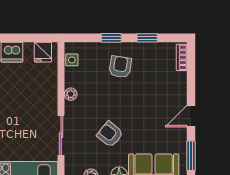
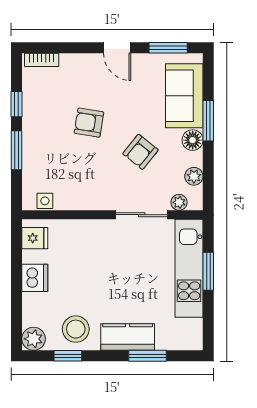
window: (111, 38) -> (17, 150), width x1.50
armchair: (120, 67) -> (89, 123), moved
plant: (71, 94) -> (179, 202), moved

